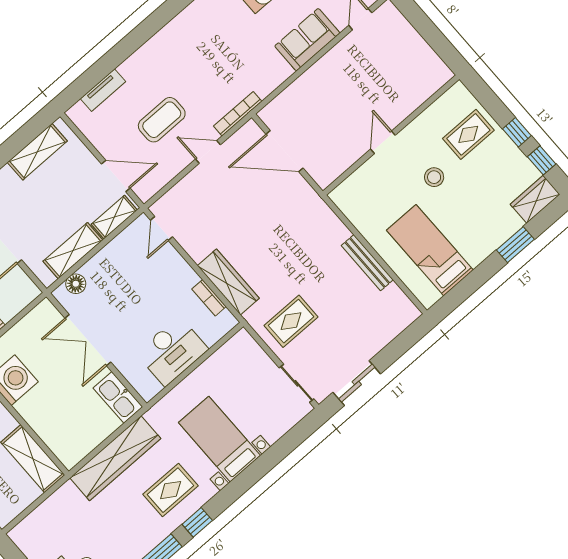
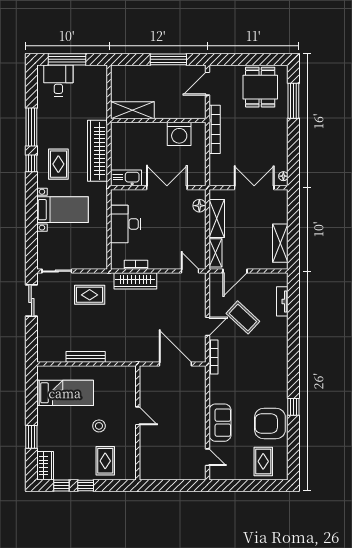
coffee table: (162, 120) -> (243, 317), turned -47
door: (285, 151) -> (175, 364), hinge flipped
rug: (291, 321) -> (90, 295), turned 90

